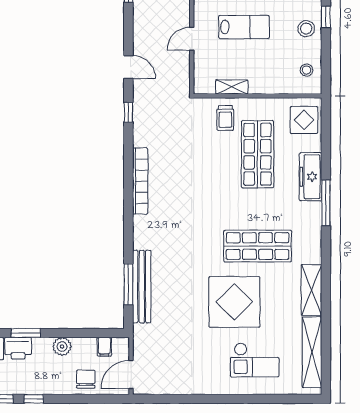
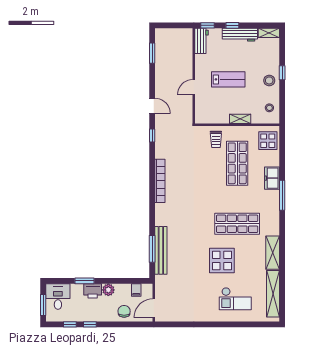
shelving: (232, 87) -> (240, 119), moved
freezer: (310, 177) -> (272, 178), width x0.71
display table: (234, 302) -> (222, 260), width x0.73, depth x0.73
printer: (18, 348) -> (93, 291), moved

